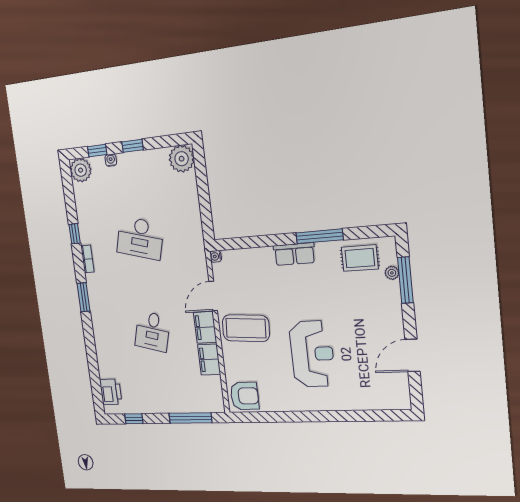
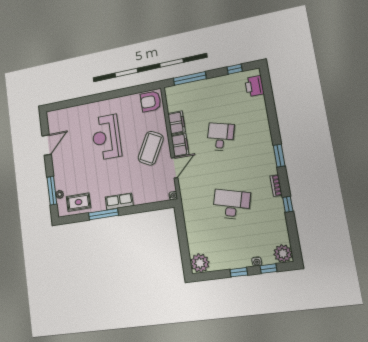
coffee table: (246, 328) -> (151, 148), turned -66

